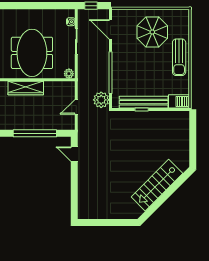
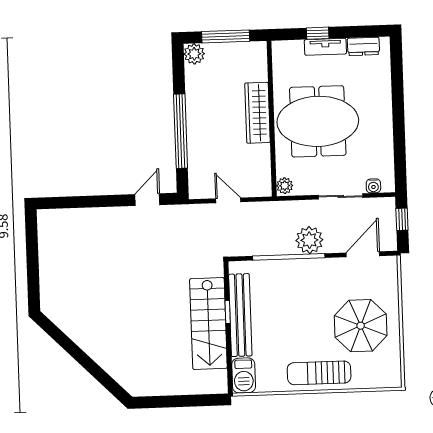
plant: (101, 100) -> (309, 240), moved
stairs: (157, 185) -> (208, 323), moved, turned -135

